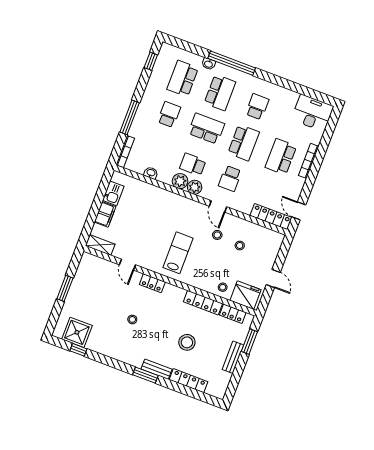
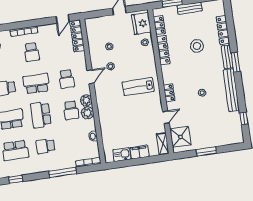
school desk: (281, 157) -> (32, 52), width x0.54
school desk: (230, 179) -> (67, 79), turned 90
shower: (77, 332) -> (180, 137), moved
bench: (117, 353) -> (231, 90), added

